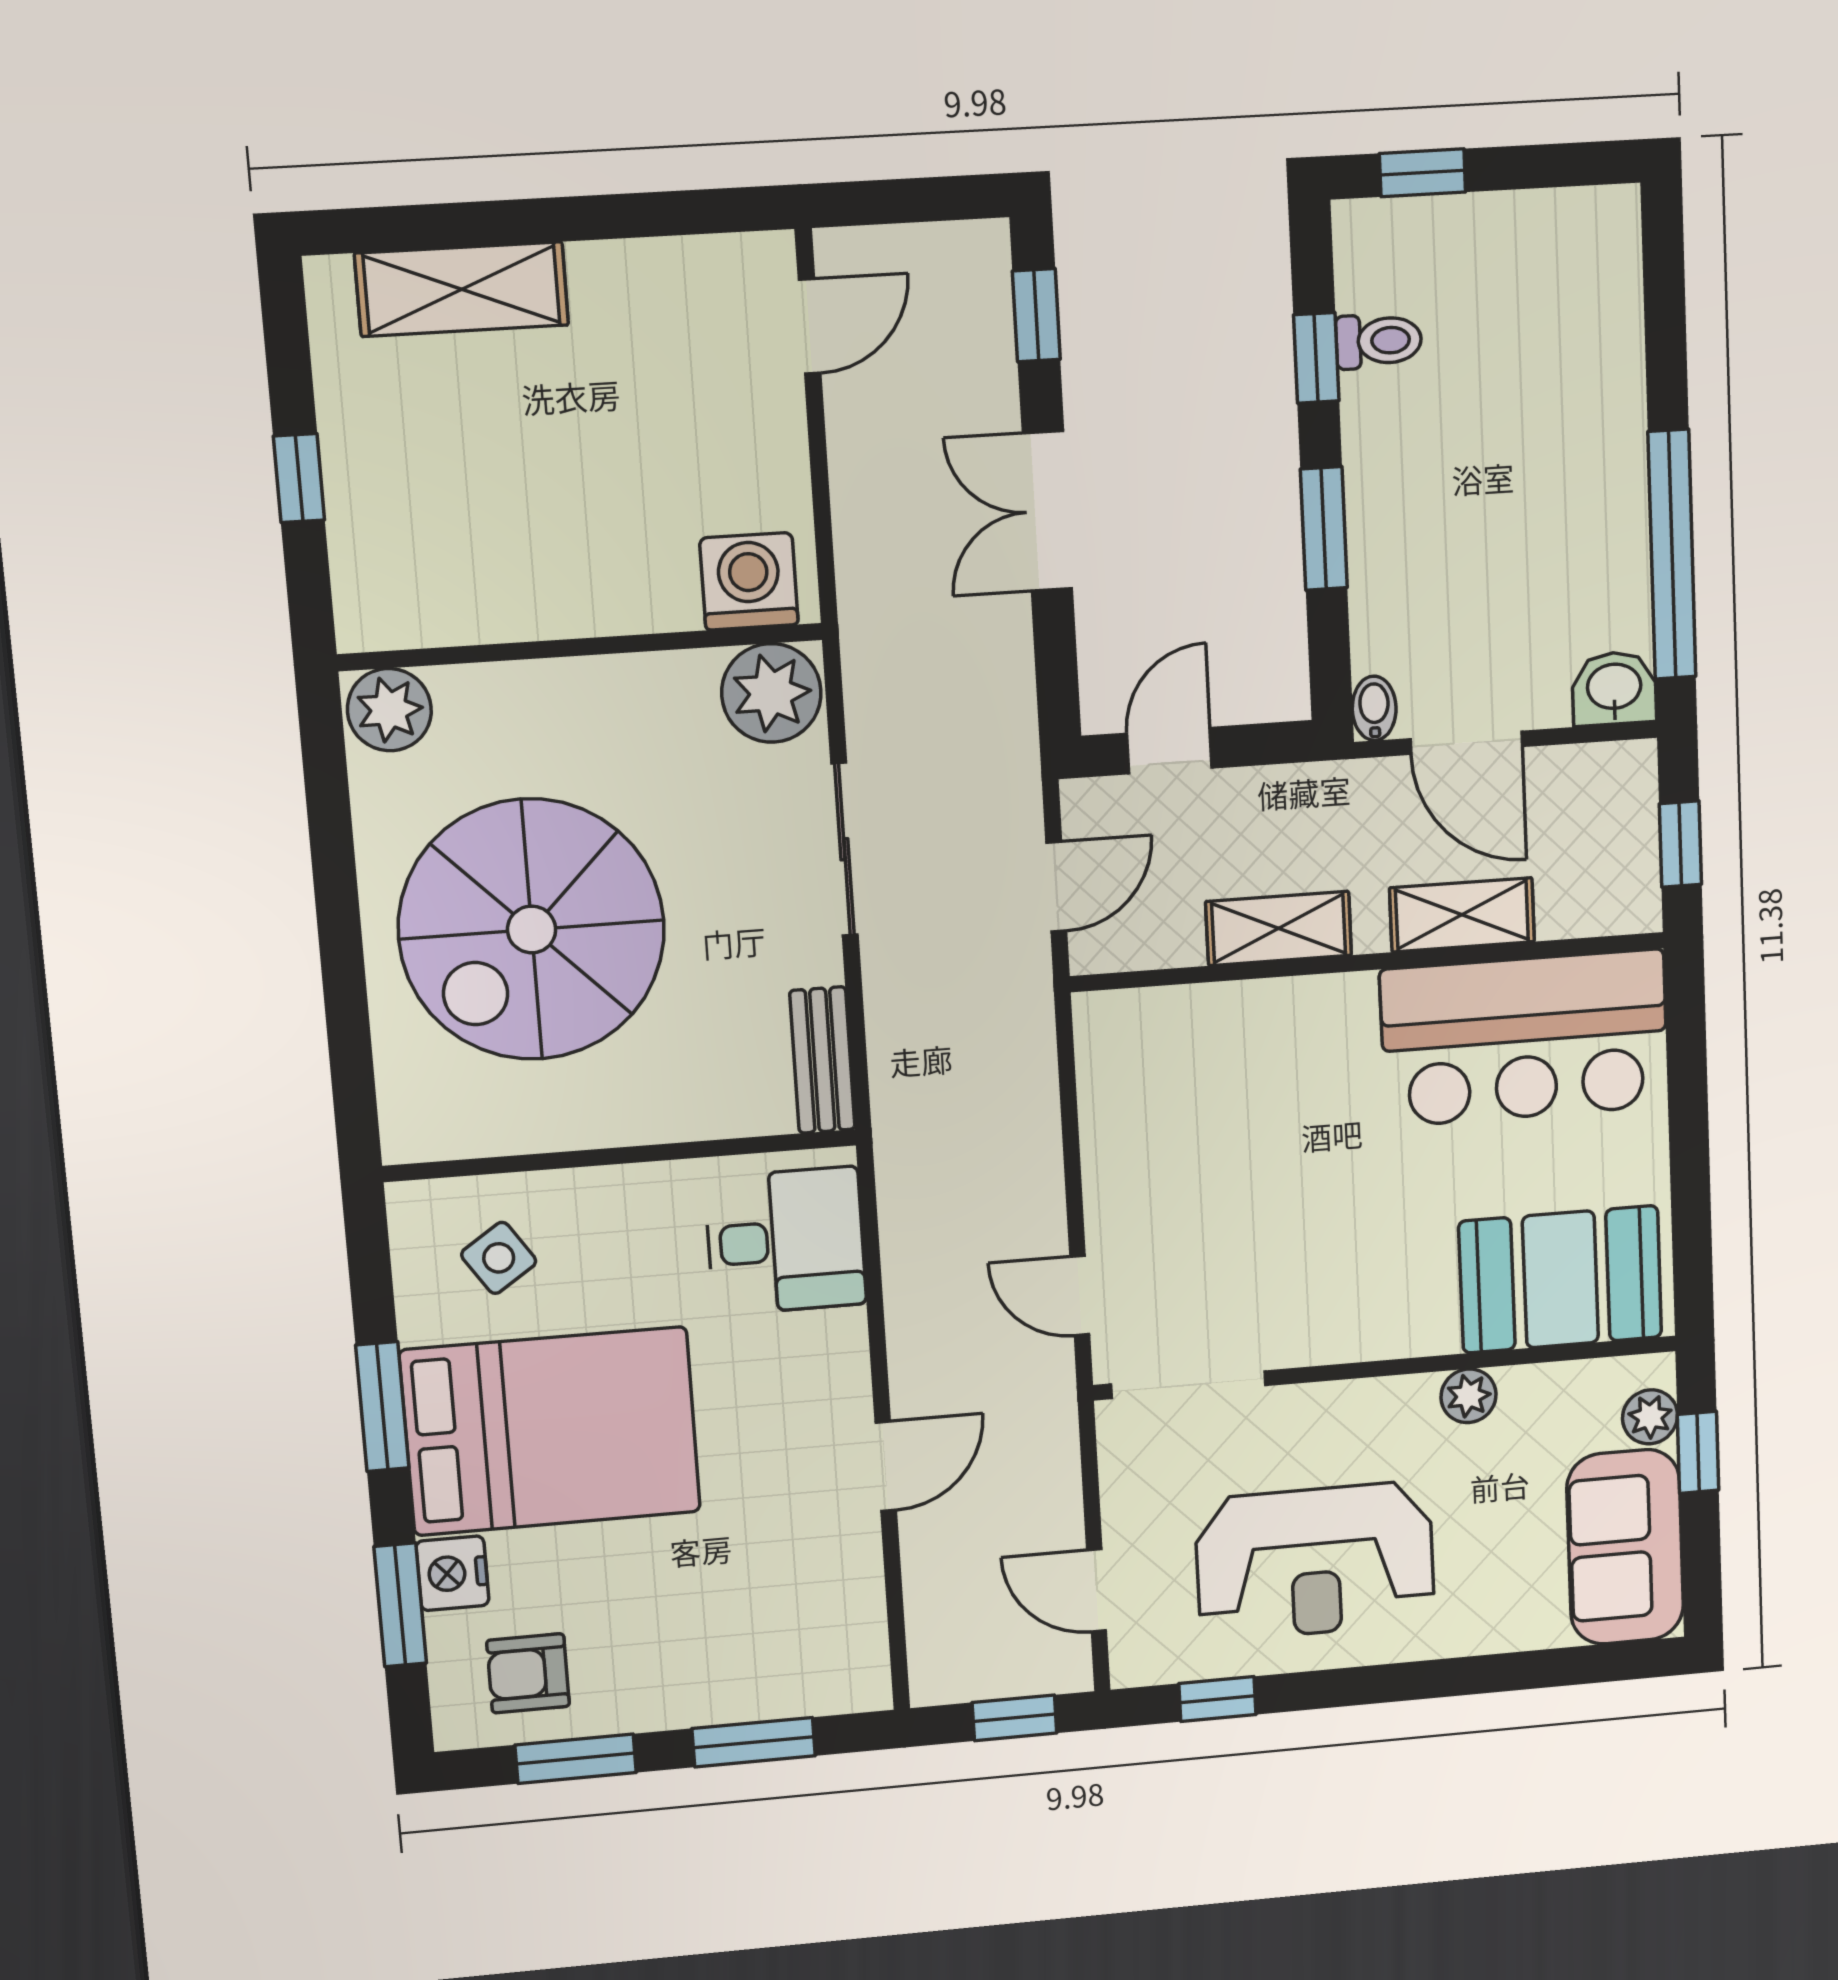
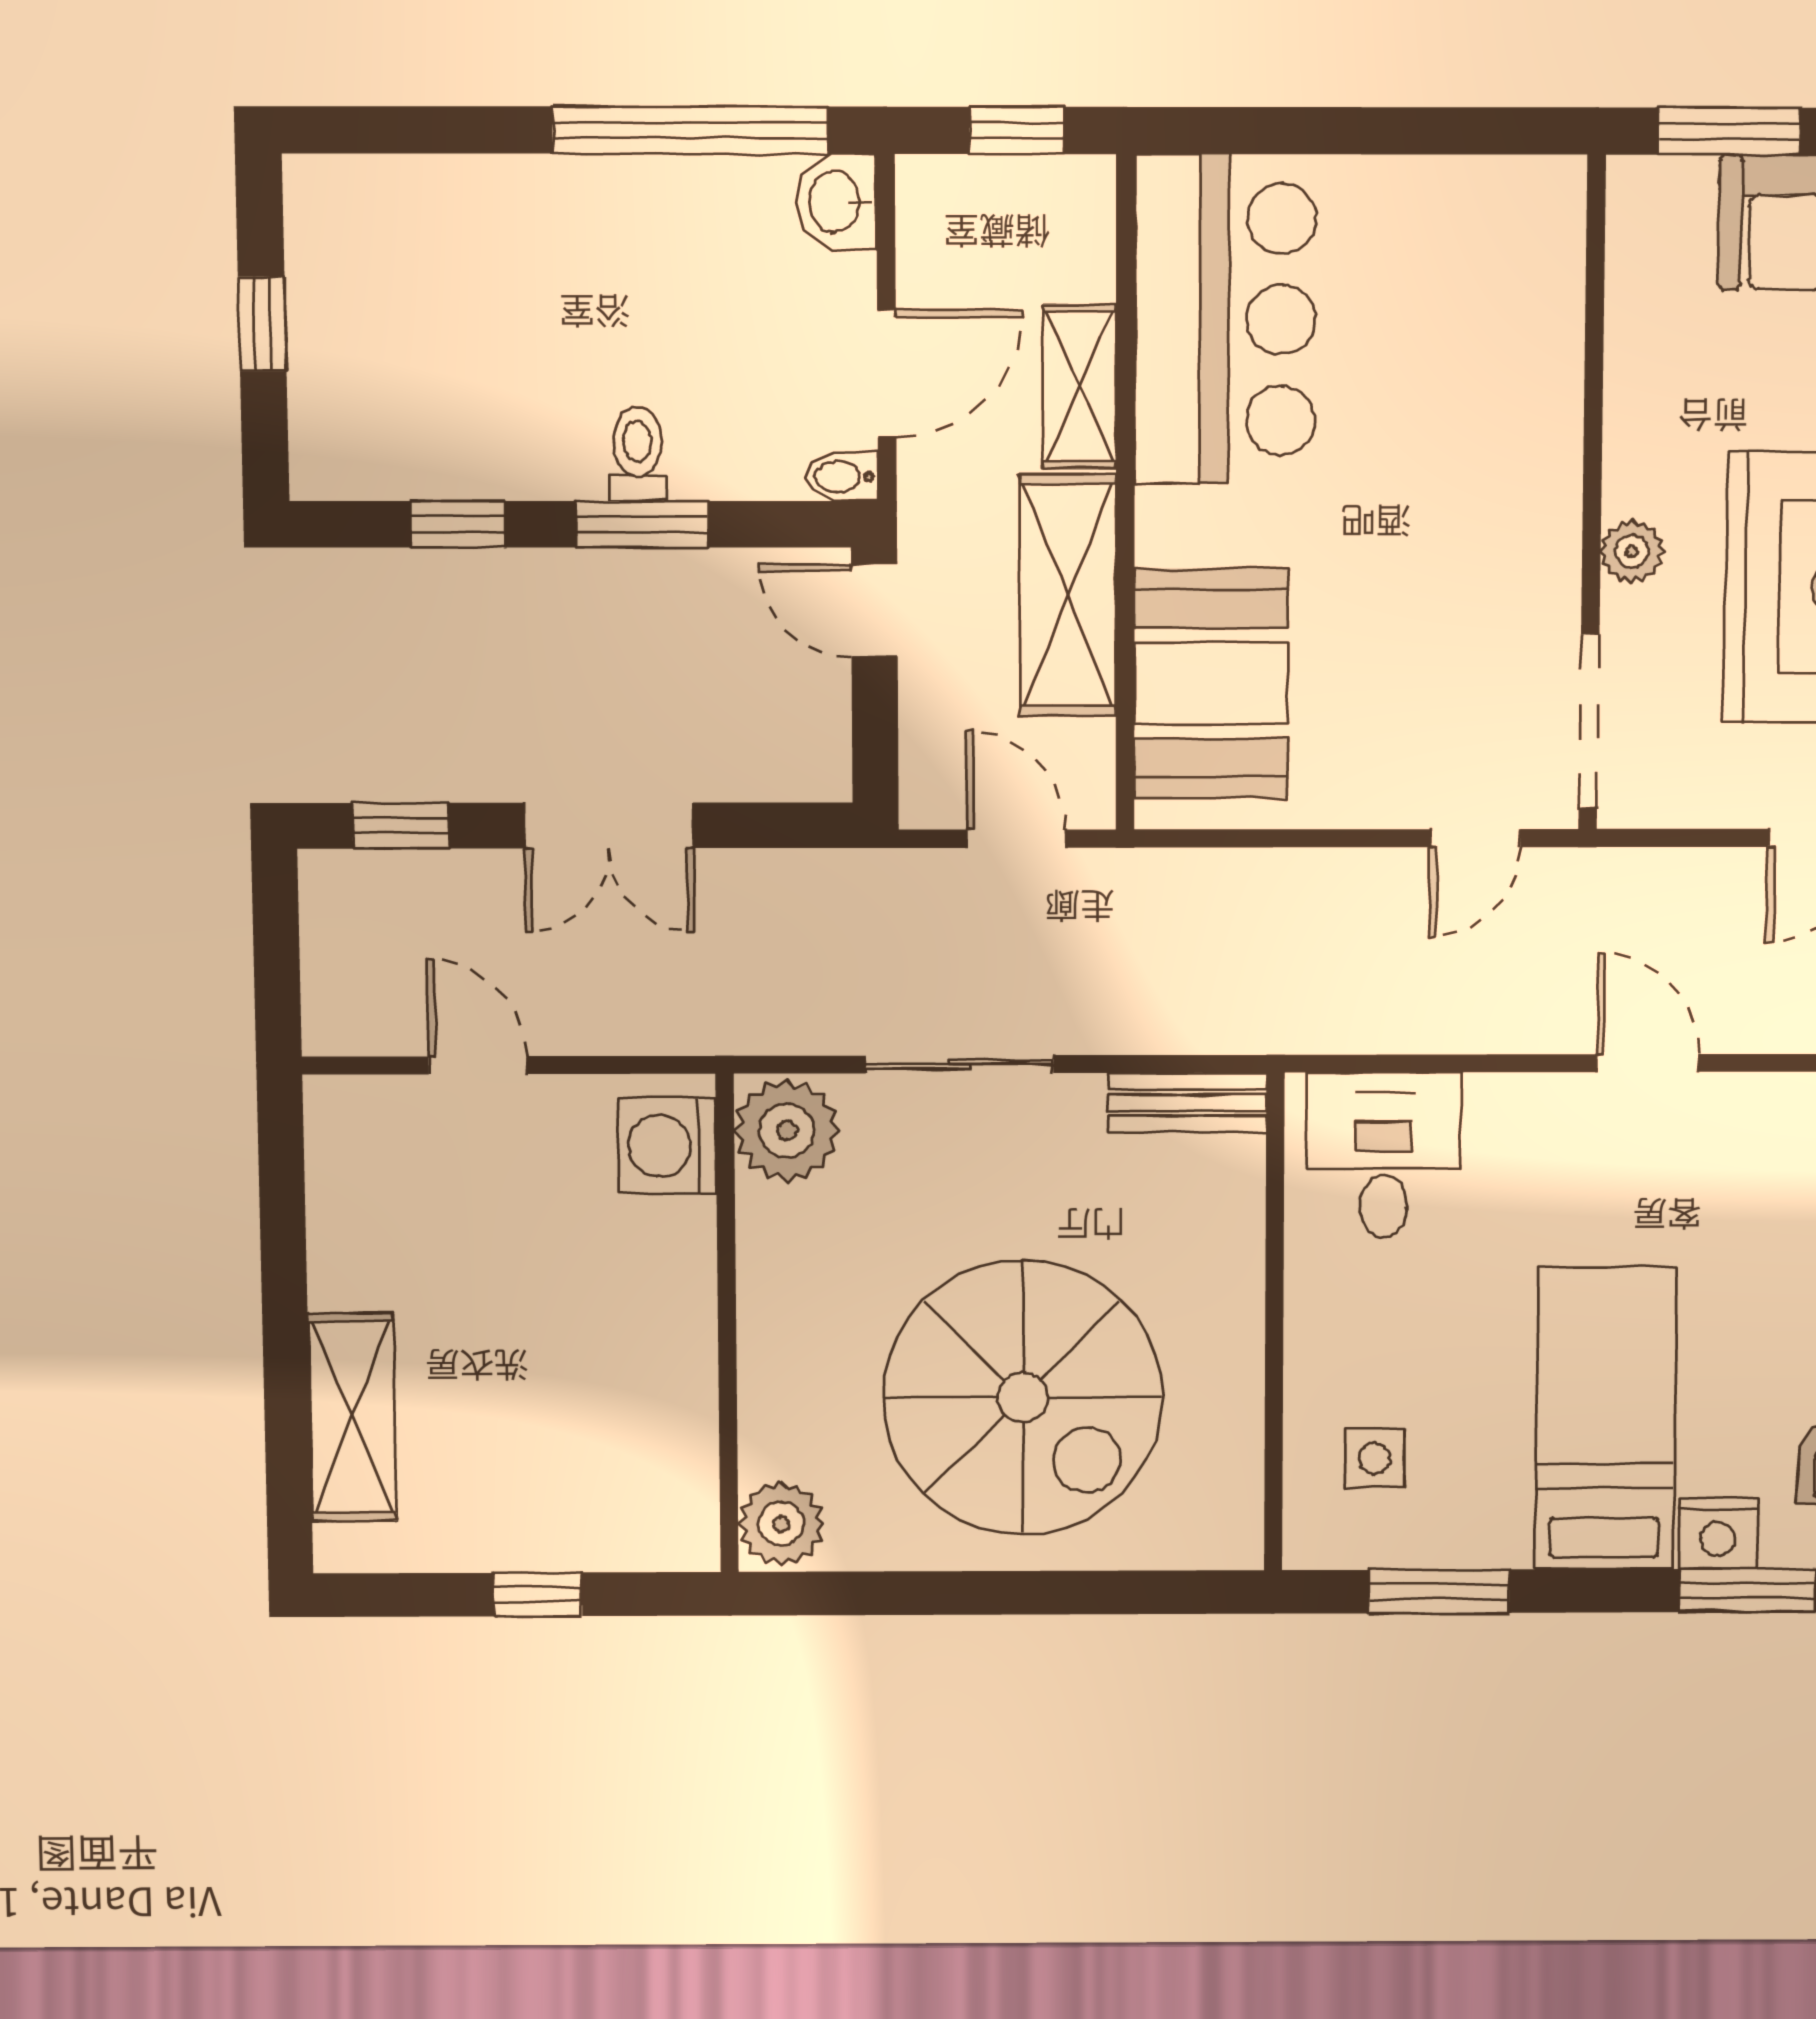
window: (1422, 173) -> (262, 324), moved
door: (810, 326) -> (478, 1065), moved
toilet: (1379, 341) -> (638, 454), moved
door: (1169, 751) -> (874, 610), moved
shelving: (1279, 928) -> (1068, 595), width x1.50, depth x1.33
side table: (499, 1258) -> (1375, 1458), turned 34
booth: (1560, 1279) -> (1211, 683), moved
plant: (1469, 1396) -> (1632, 552), moved
window: (382, 1407) -> (1439, 1591), moved
plant: (1650, 1417) -> (1681, 187), removed
bed: (550, 1431) -> (1605, 1419), width x0.67
window: (1698, 1452) -> (1729, 131), width x1.50

